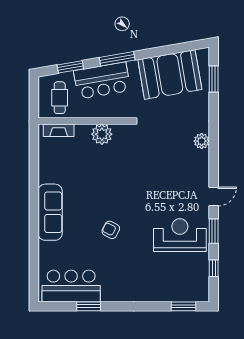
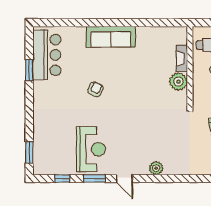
fireplace: (59, 130) -> (182, 58), moved
plant: (202, 141) -> (156, 168), moved

